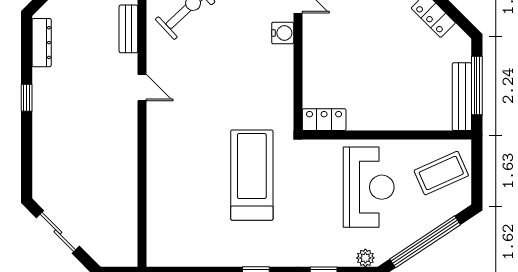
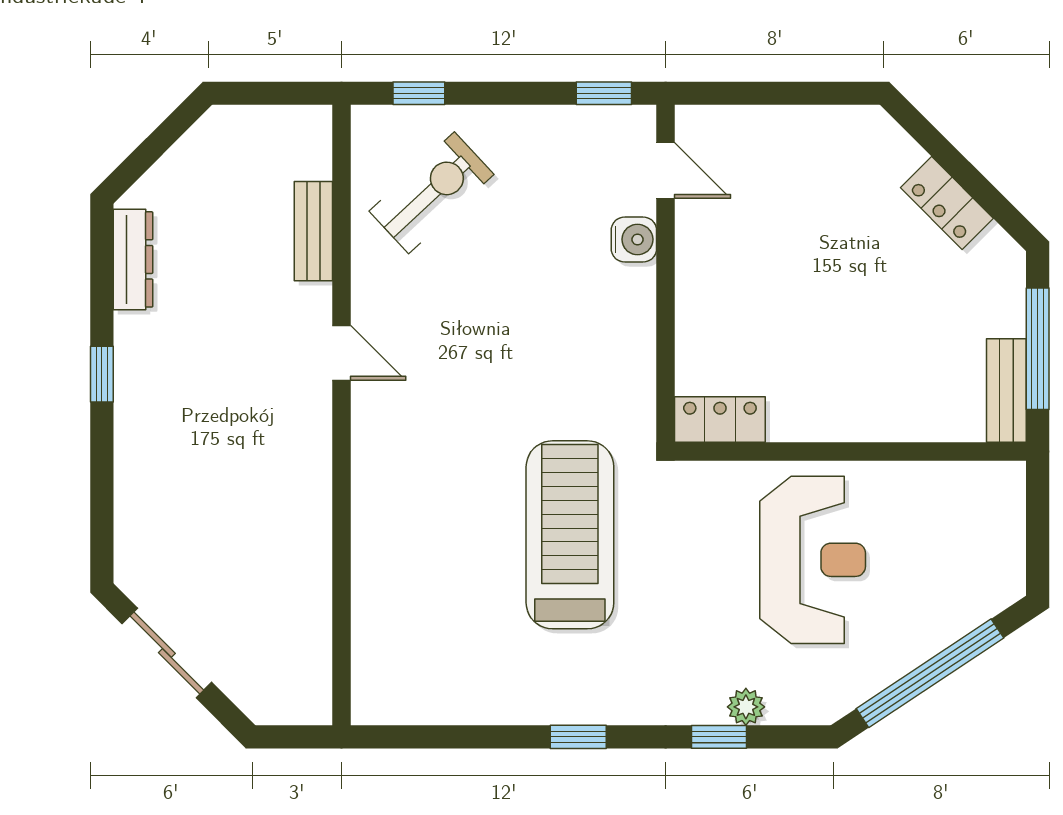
bench: (462, 97) -> (1006, 391), width x0.73
coffee table: (441, 173) -> (964, 530), removed
plant: (365, 258) -> (746, 707), moved

